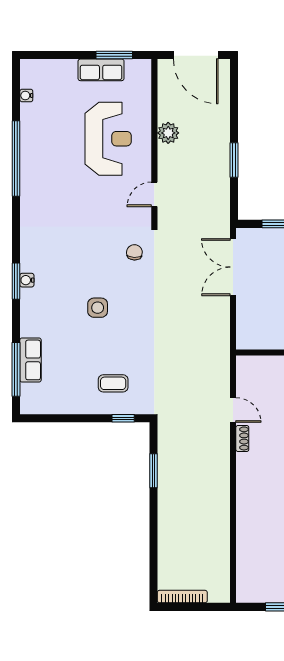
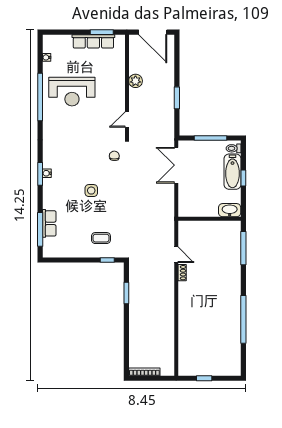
row of seats: (101, 70) -> (93, 41), width x1.48
reception desk: (108, 139) -> (72, 92), moved, turned 90

